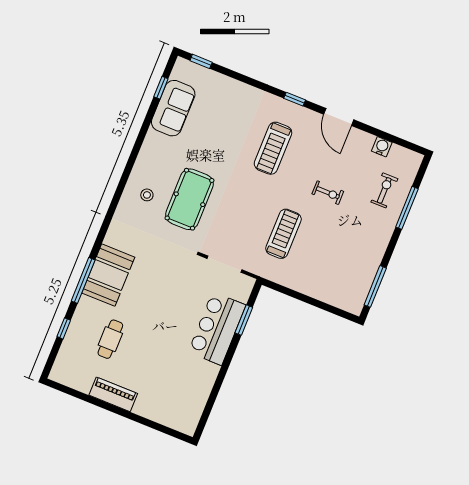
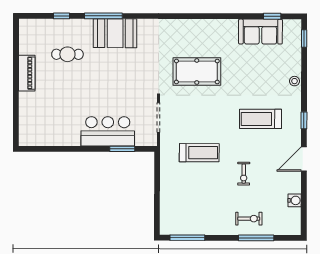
exercise bike: (384, 190) -> (249, 219), moved
stool: (147, 195) -> (294, 81), moved

